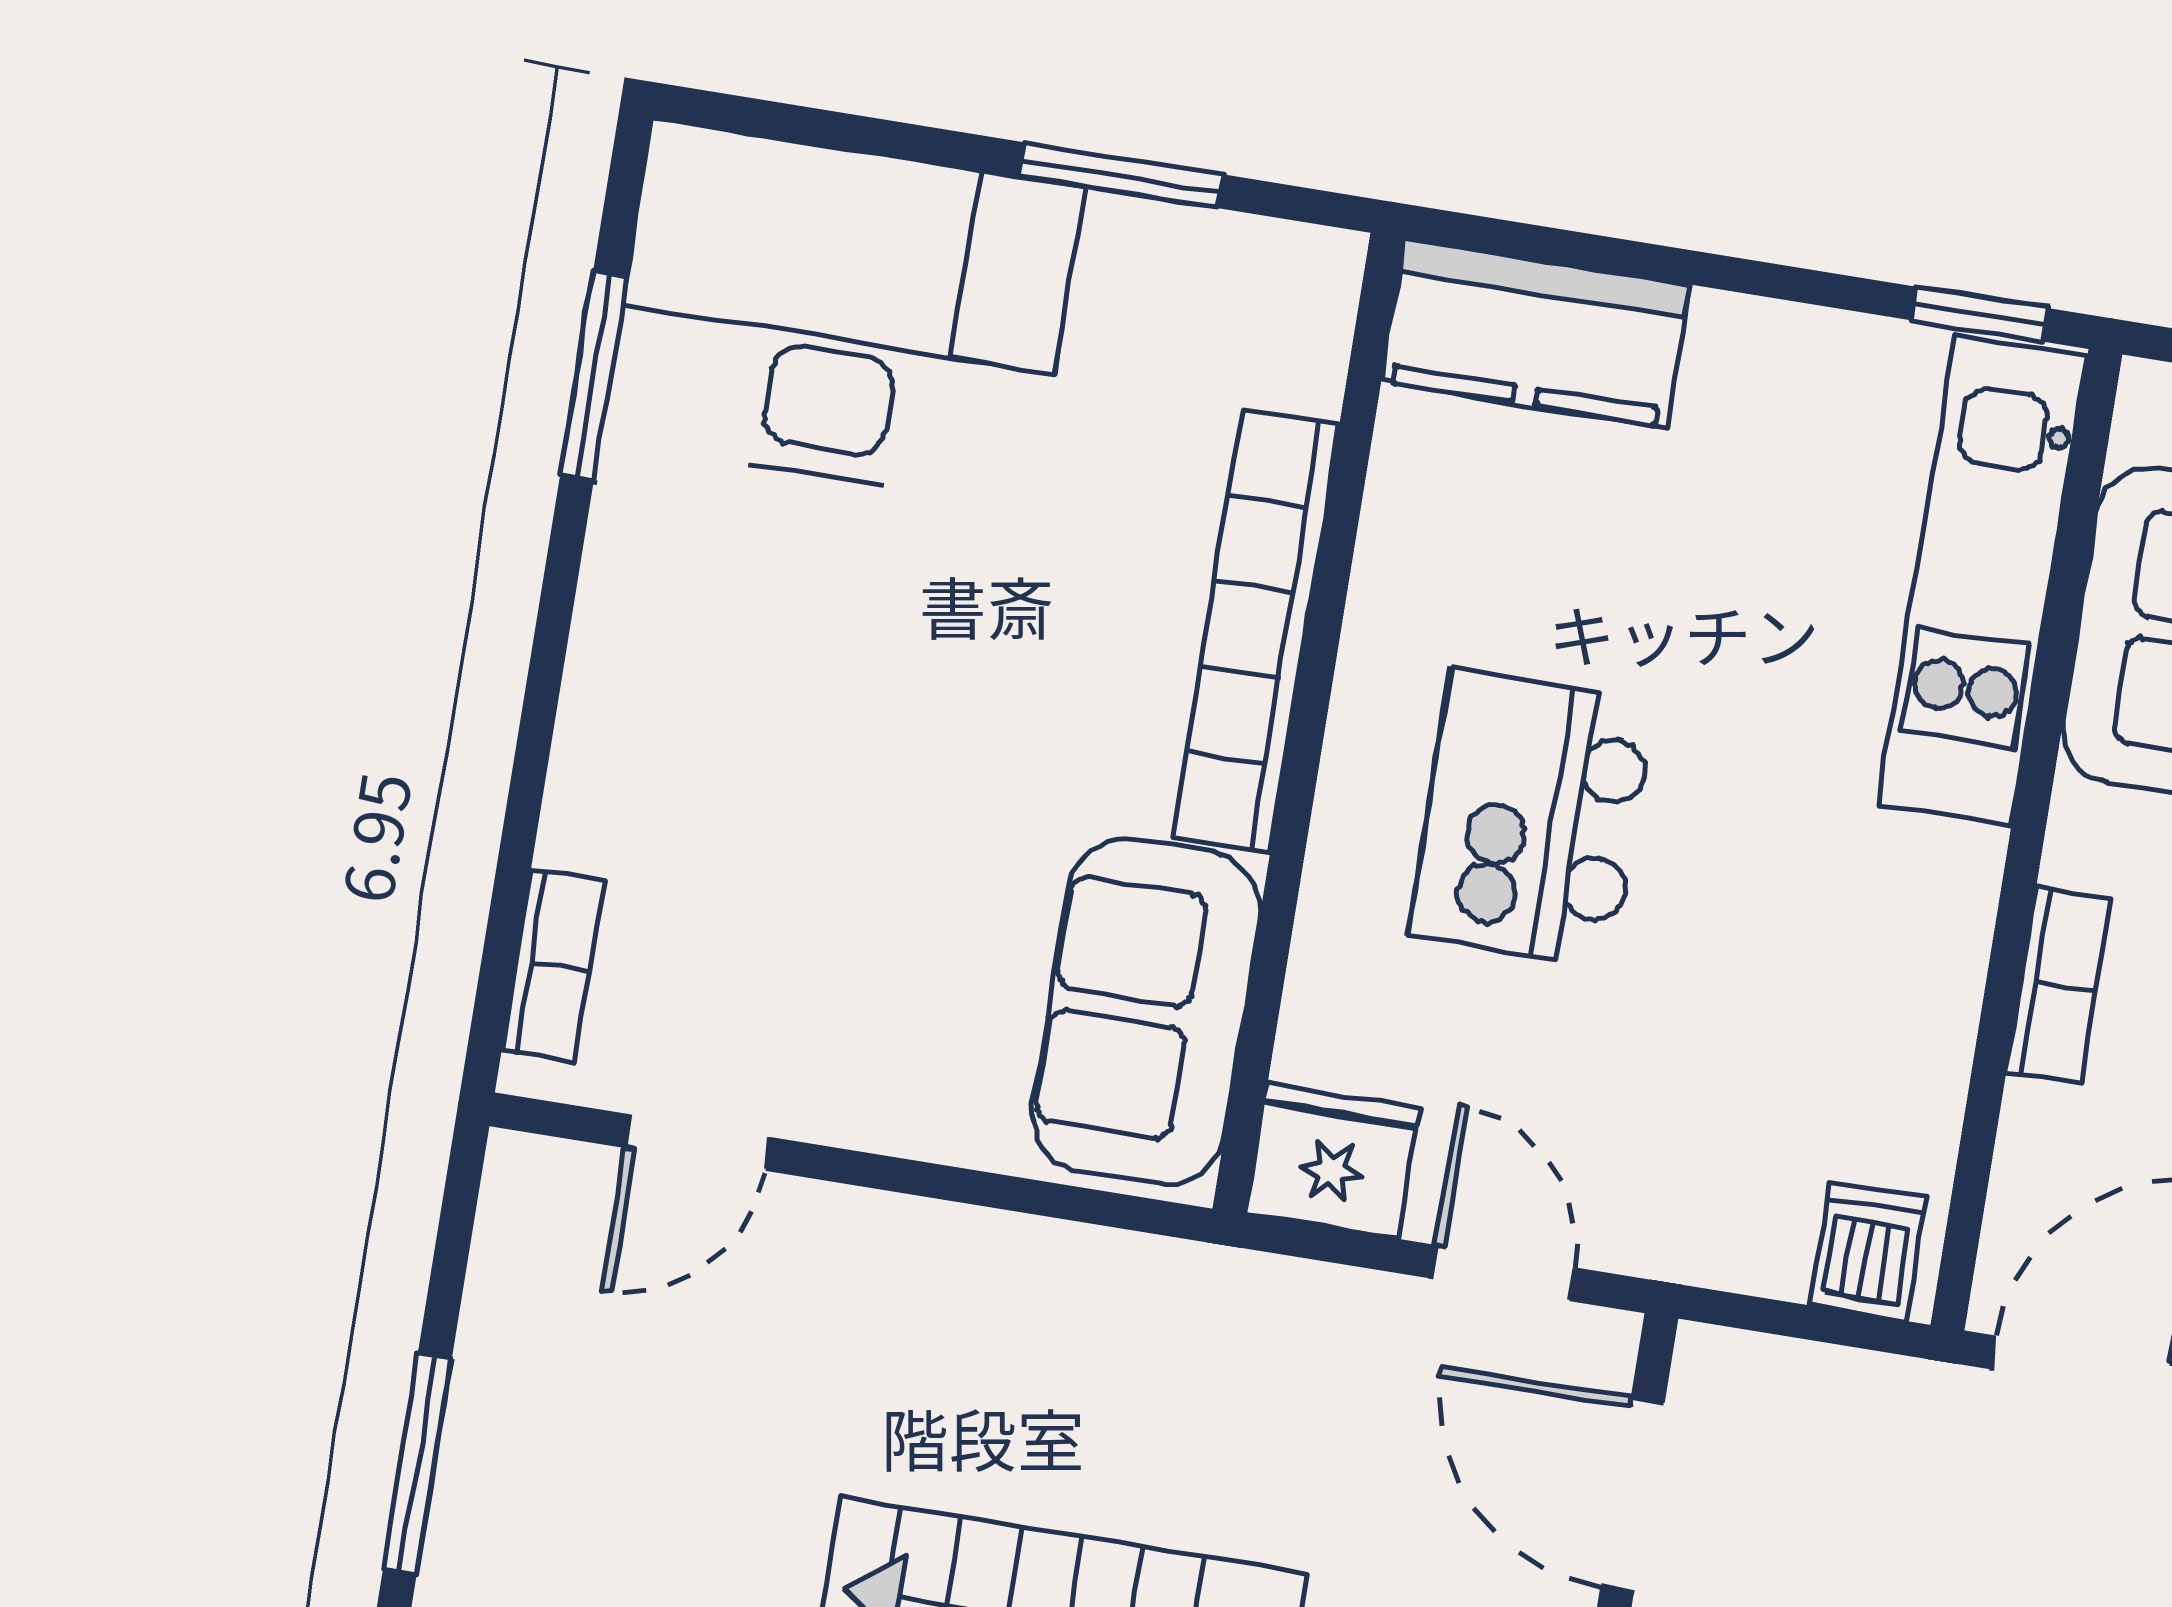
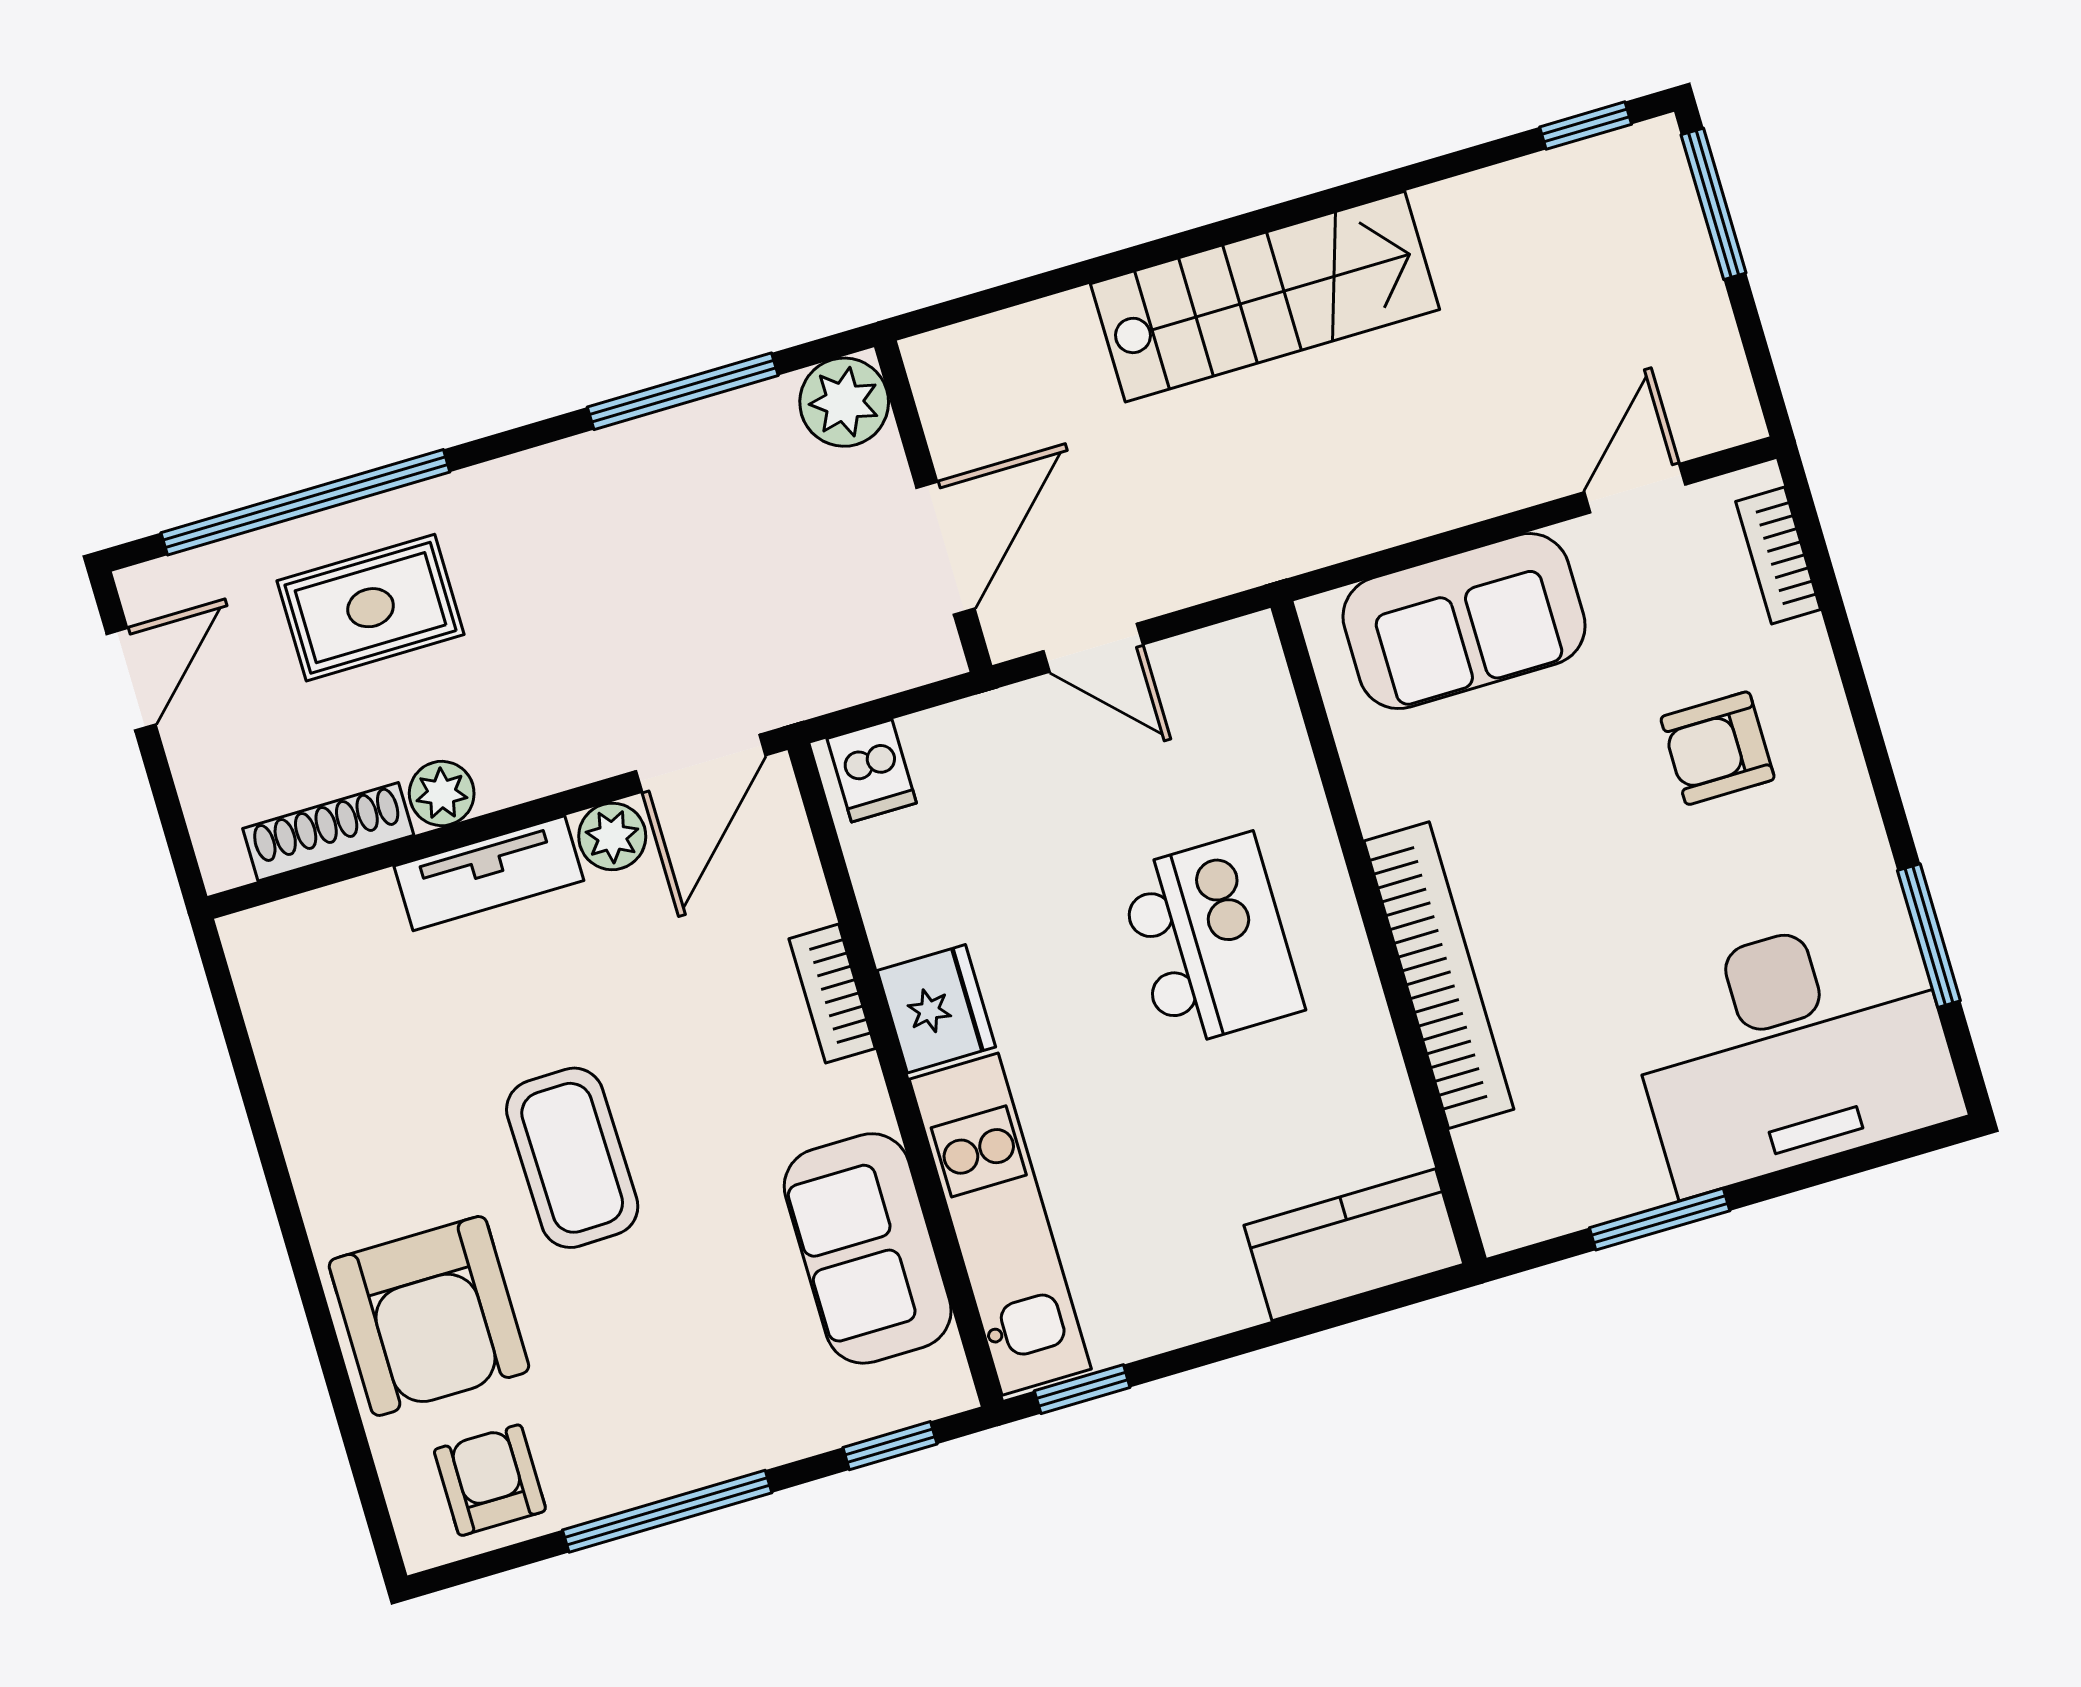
armchair: (752, 752) -> (1718, 748), added
sofa: (1146, 1012) -> (1464, 621), moved, turned 90
fridge: (1333, 1161) -> (936, 1009), moved, turned -90
door: (1632, 1495) -> (946, 548), hinge flipped

